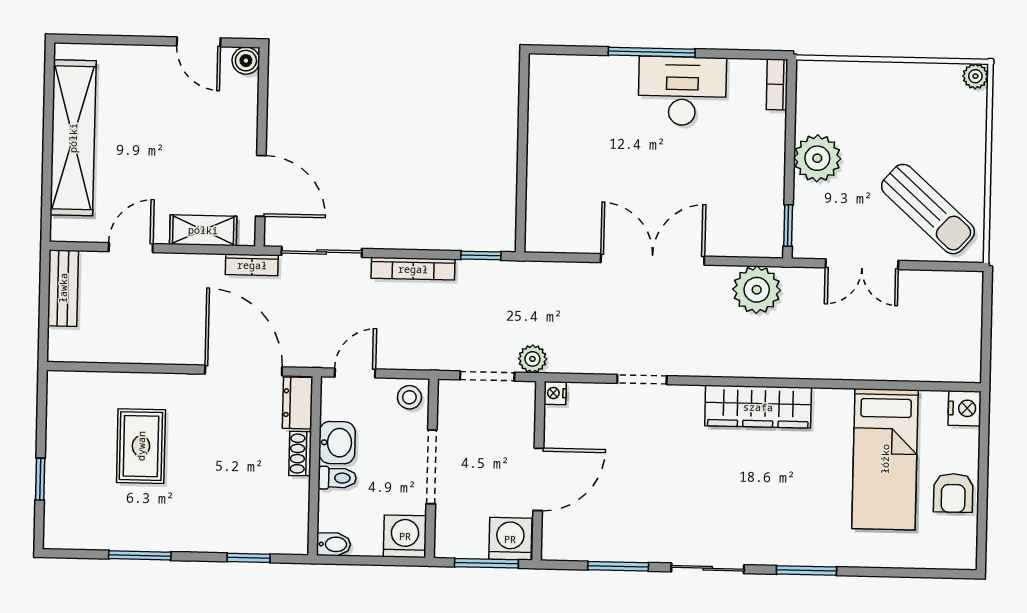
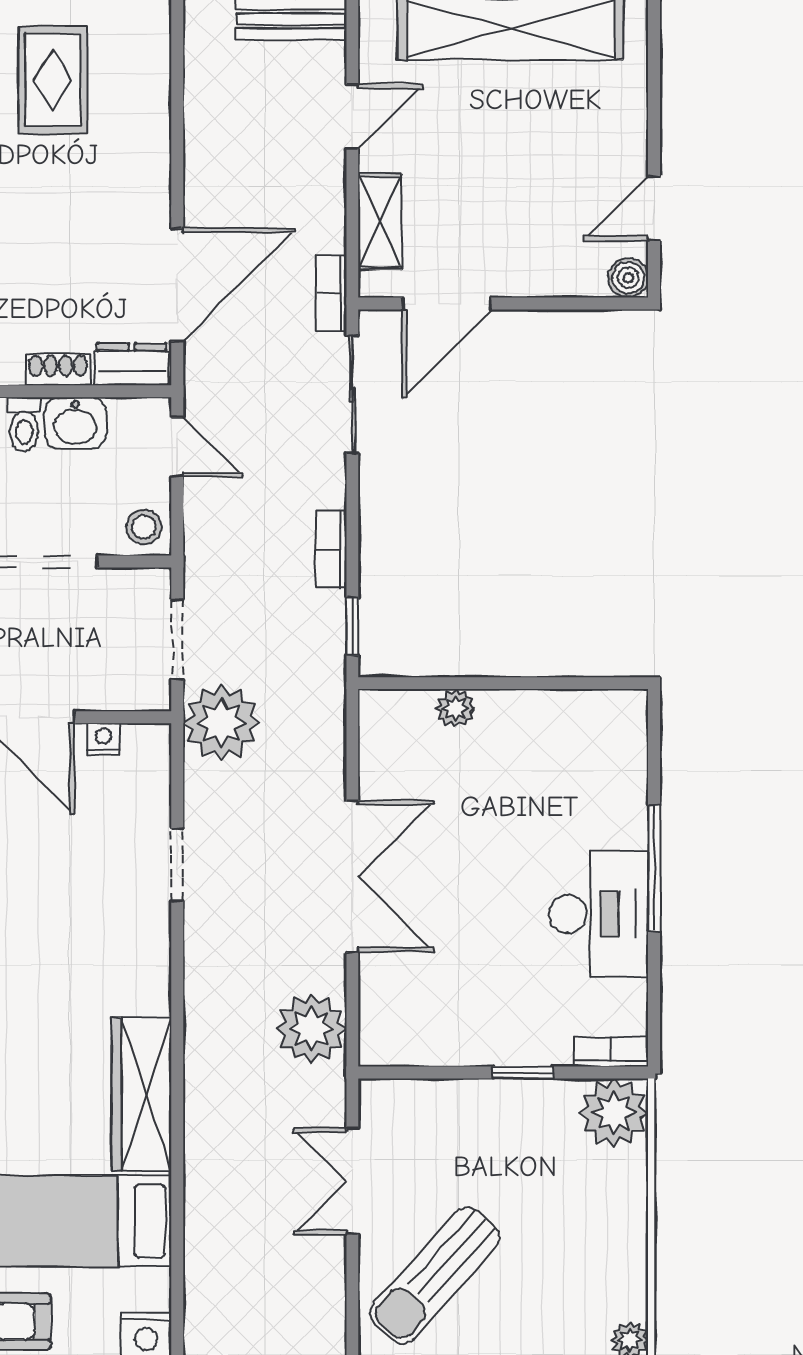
plant: (817, 158) -> (614, 1113), moved
plant: (539, 186) -> (455, 708), added
window: (788, 226) -> (523, 1072), moved
door: (131, 248) -> (352, 116), hinge flipped
bookcase: (413, 269) -> (331, 550), width x0.64
plant: (532, 359) -> (222, 723), width x1.87, depth x1.87
nightstand: (555, 393) -> (103, 739), moved
wardrobe: (758, 407) -> (142, 1094), moved
rug: (141, 446) -> (53, 80), moved, turned 90

